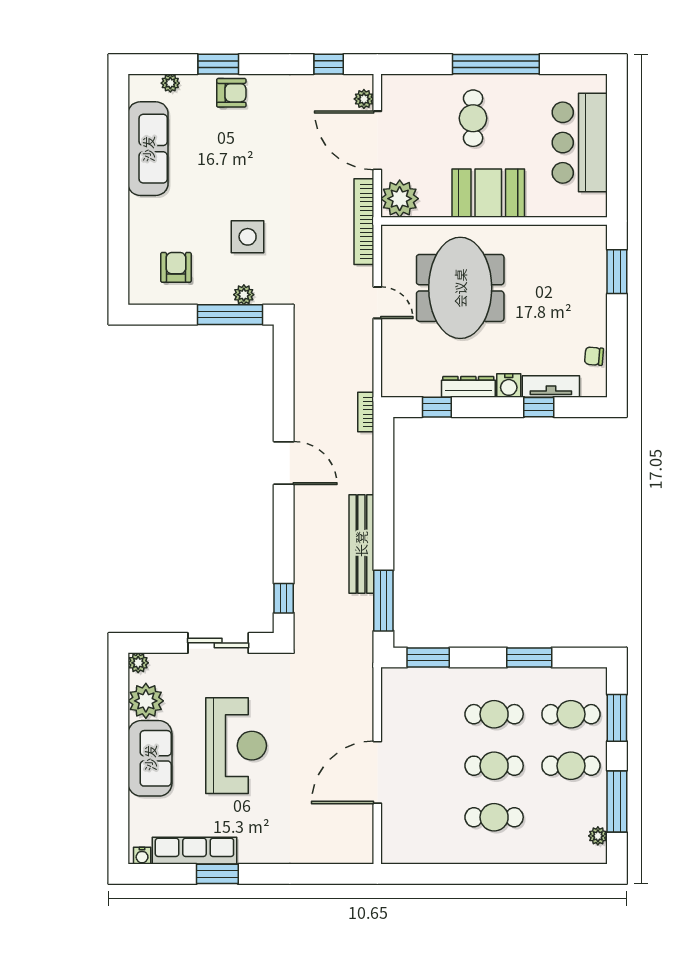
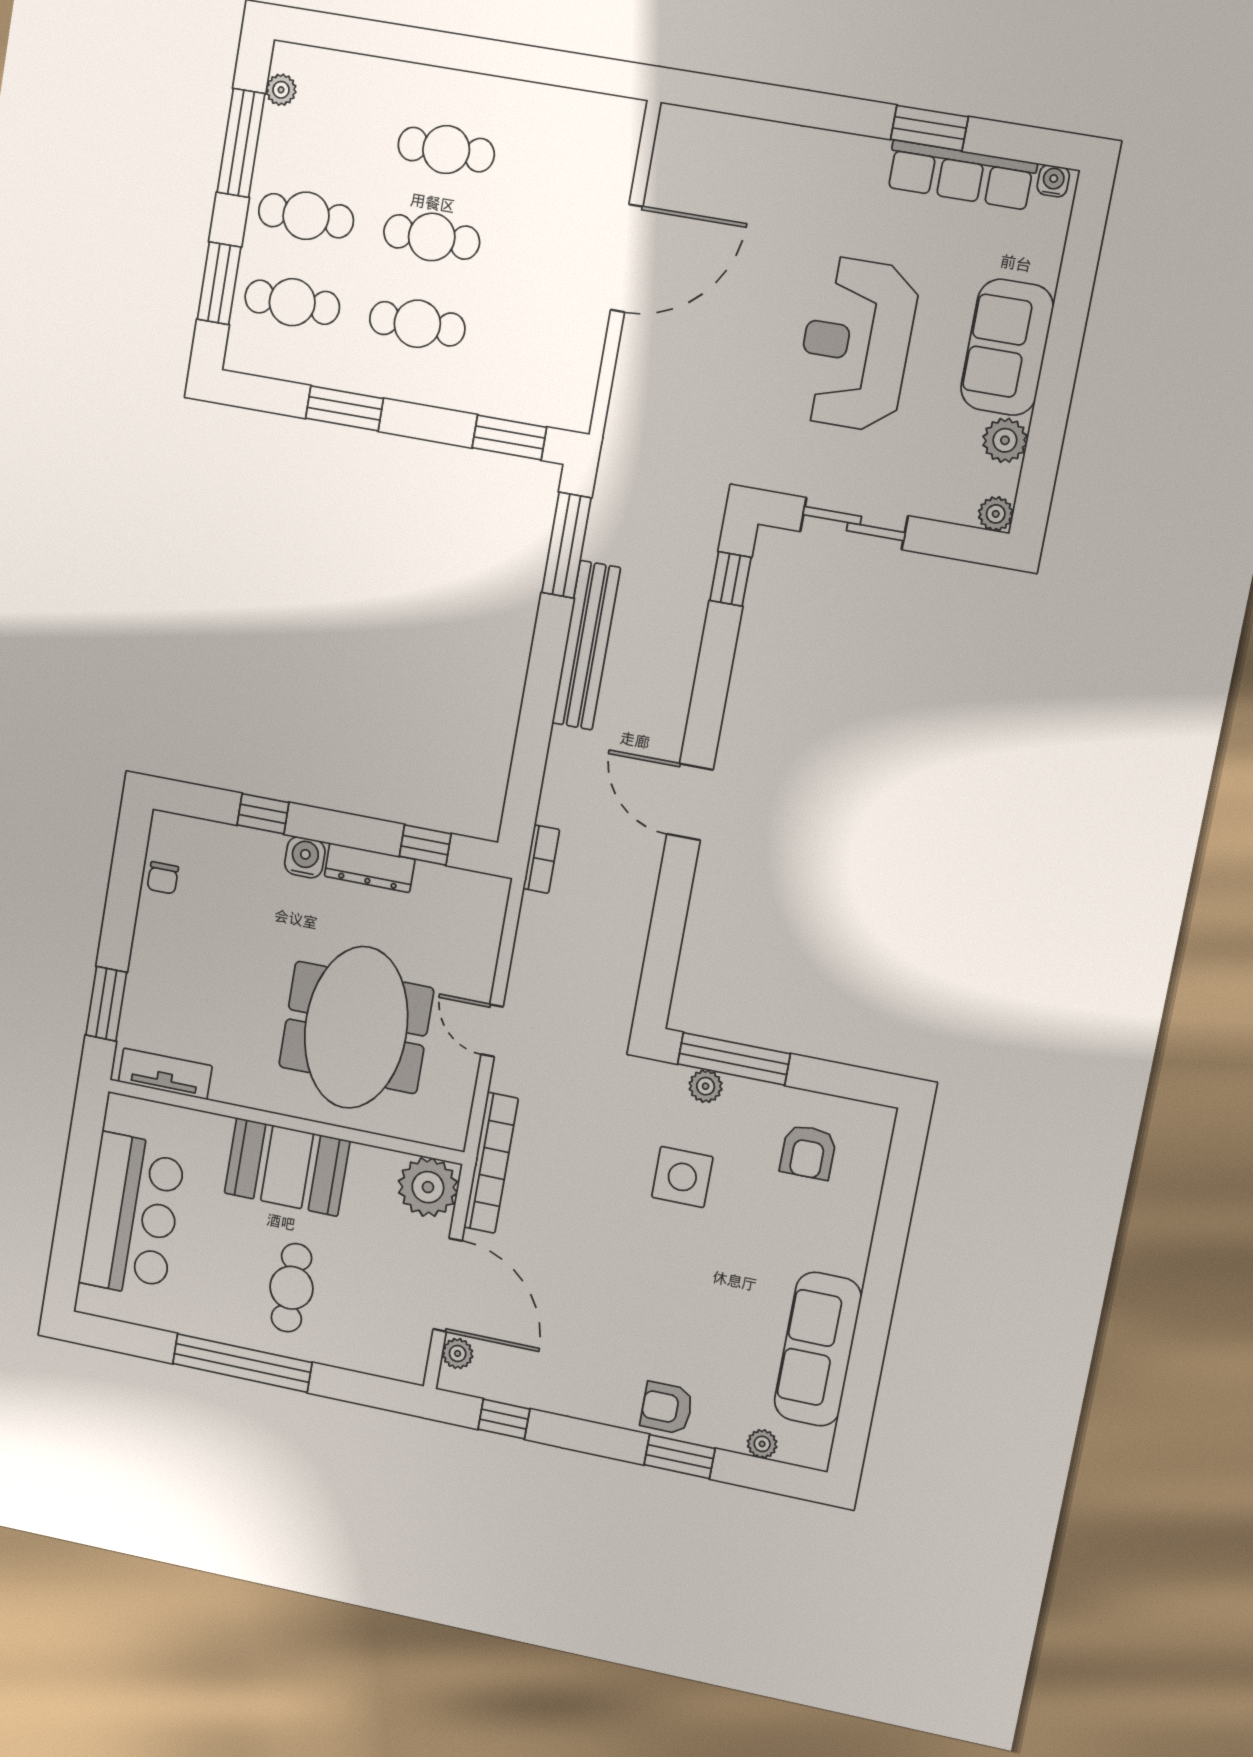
chair: (594, 356) -> (163, 878), turned 85
tv unit: (551, 386) -> (165, 1074), moved, turned 180
plant: (146, 701) -> (1005, 440), width x0.73, depth x0.73

